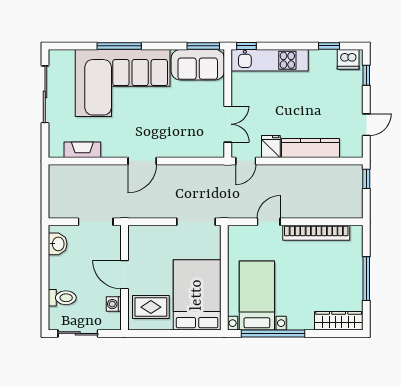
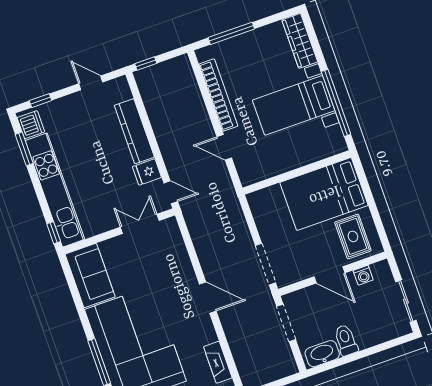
window: (203, 46) -> (69, 277), removed
window: (329, 46) -> (24, 149), width x1.50
kitchen unit: (270, 60) -> (55, 190), width x1.36
doorway: (196, 222) -> (265, 264), moved
washbasin: (58, 244) -> (322, 354), width x1.38
door: (125, 275) -> (330, 275), hinge flipped
window: (366, 279) -> (231, 33), moved
bed with nightstands: (257, 295) -> (294, 105), moved
toilet: (62, 298) -> (346, 340), moved

